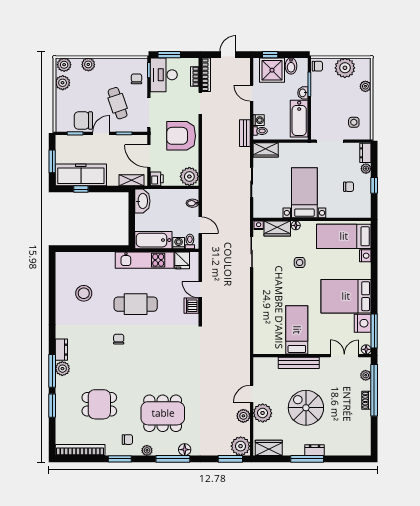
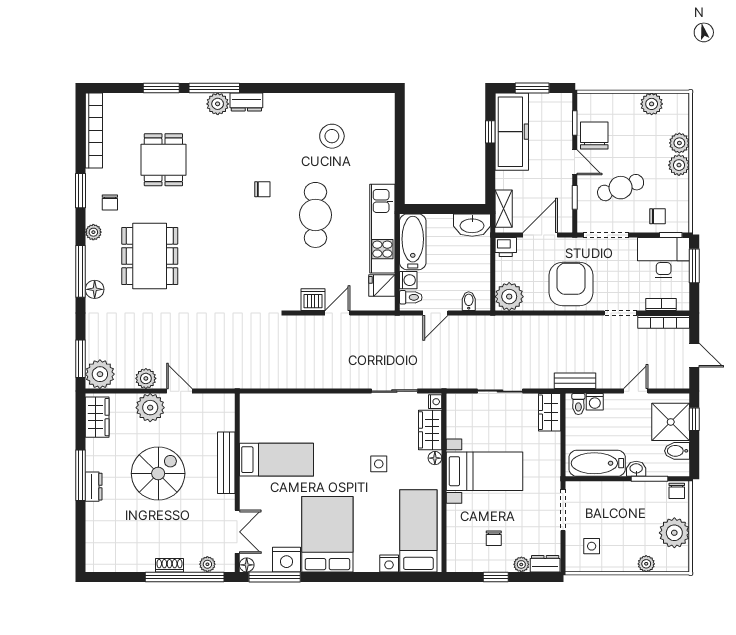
plant: (64, 65) -> (679, 165), moved

